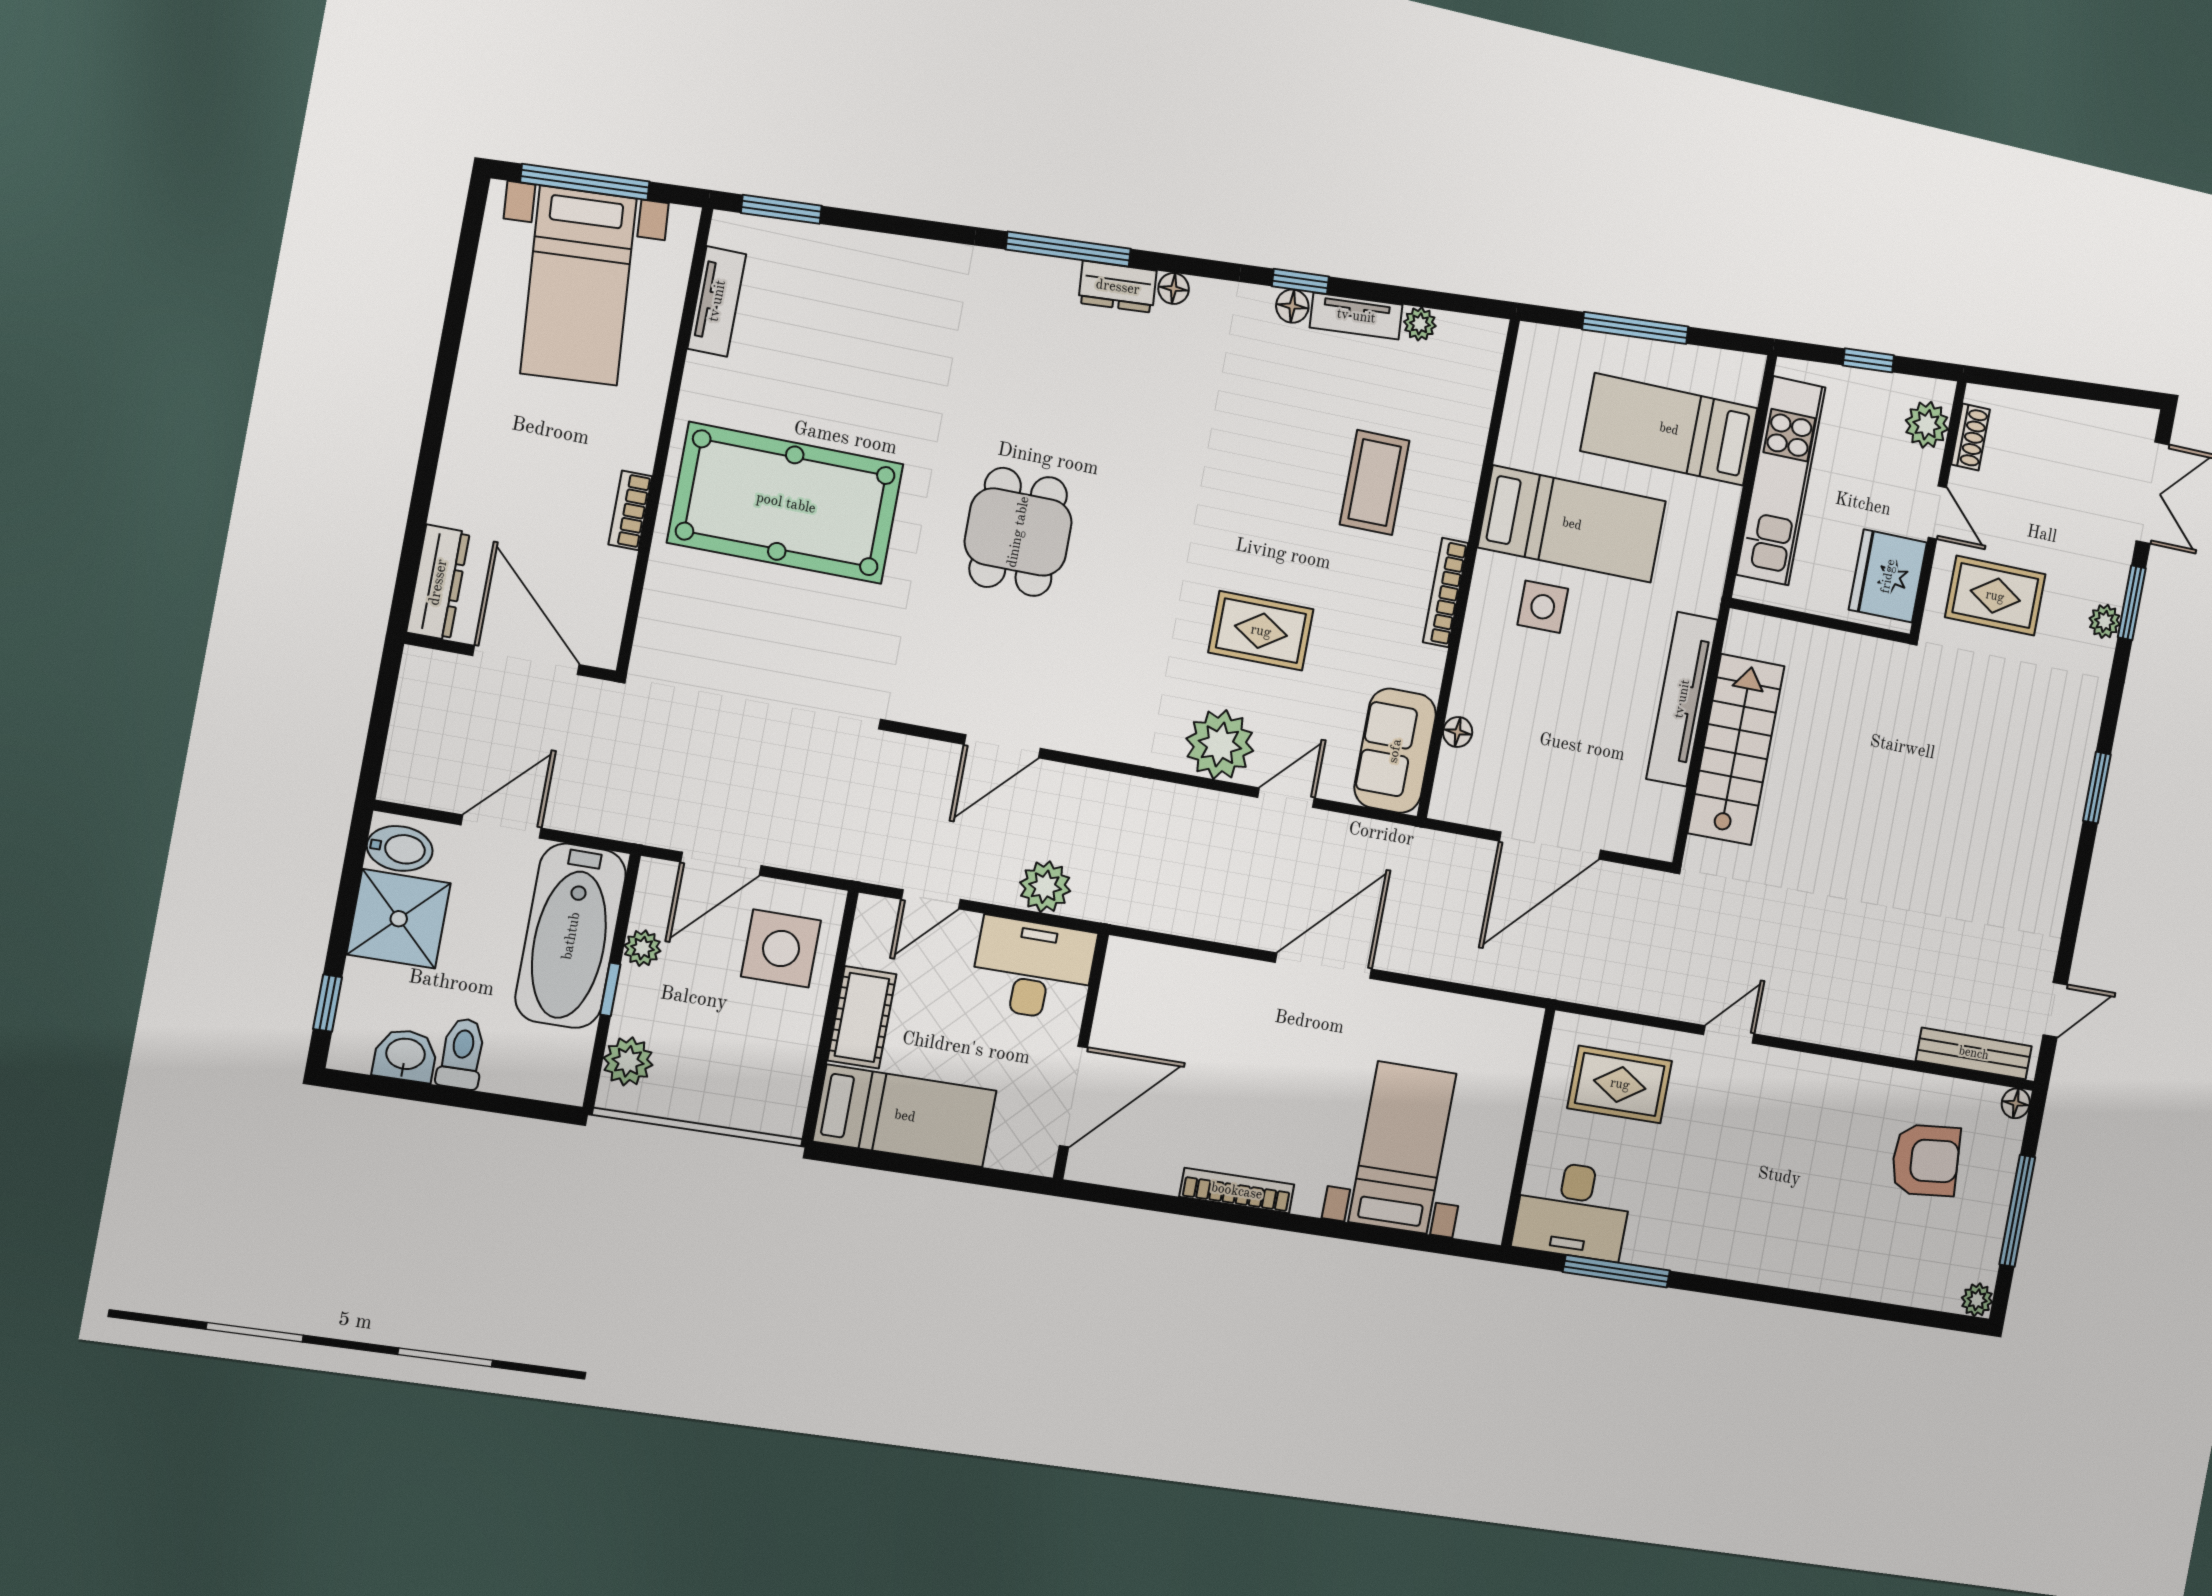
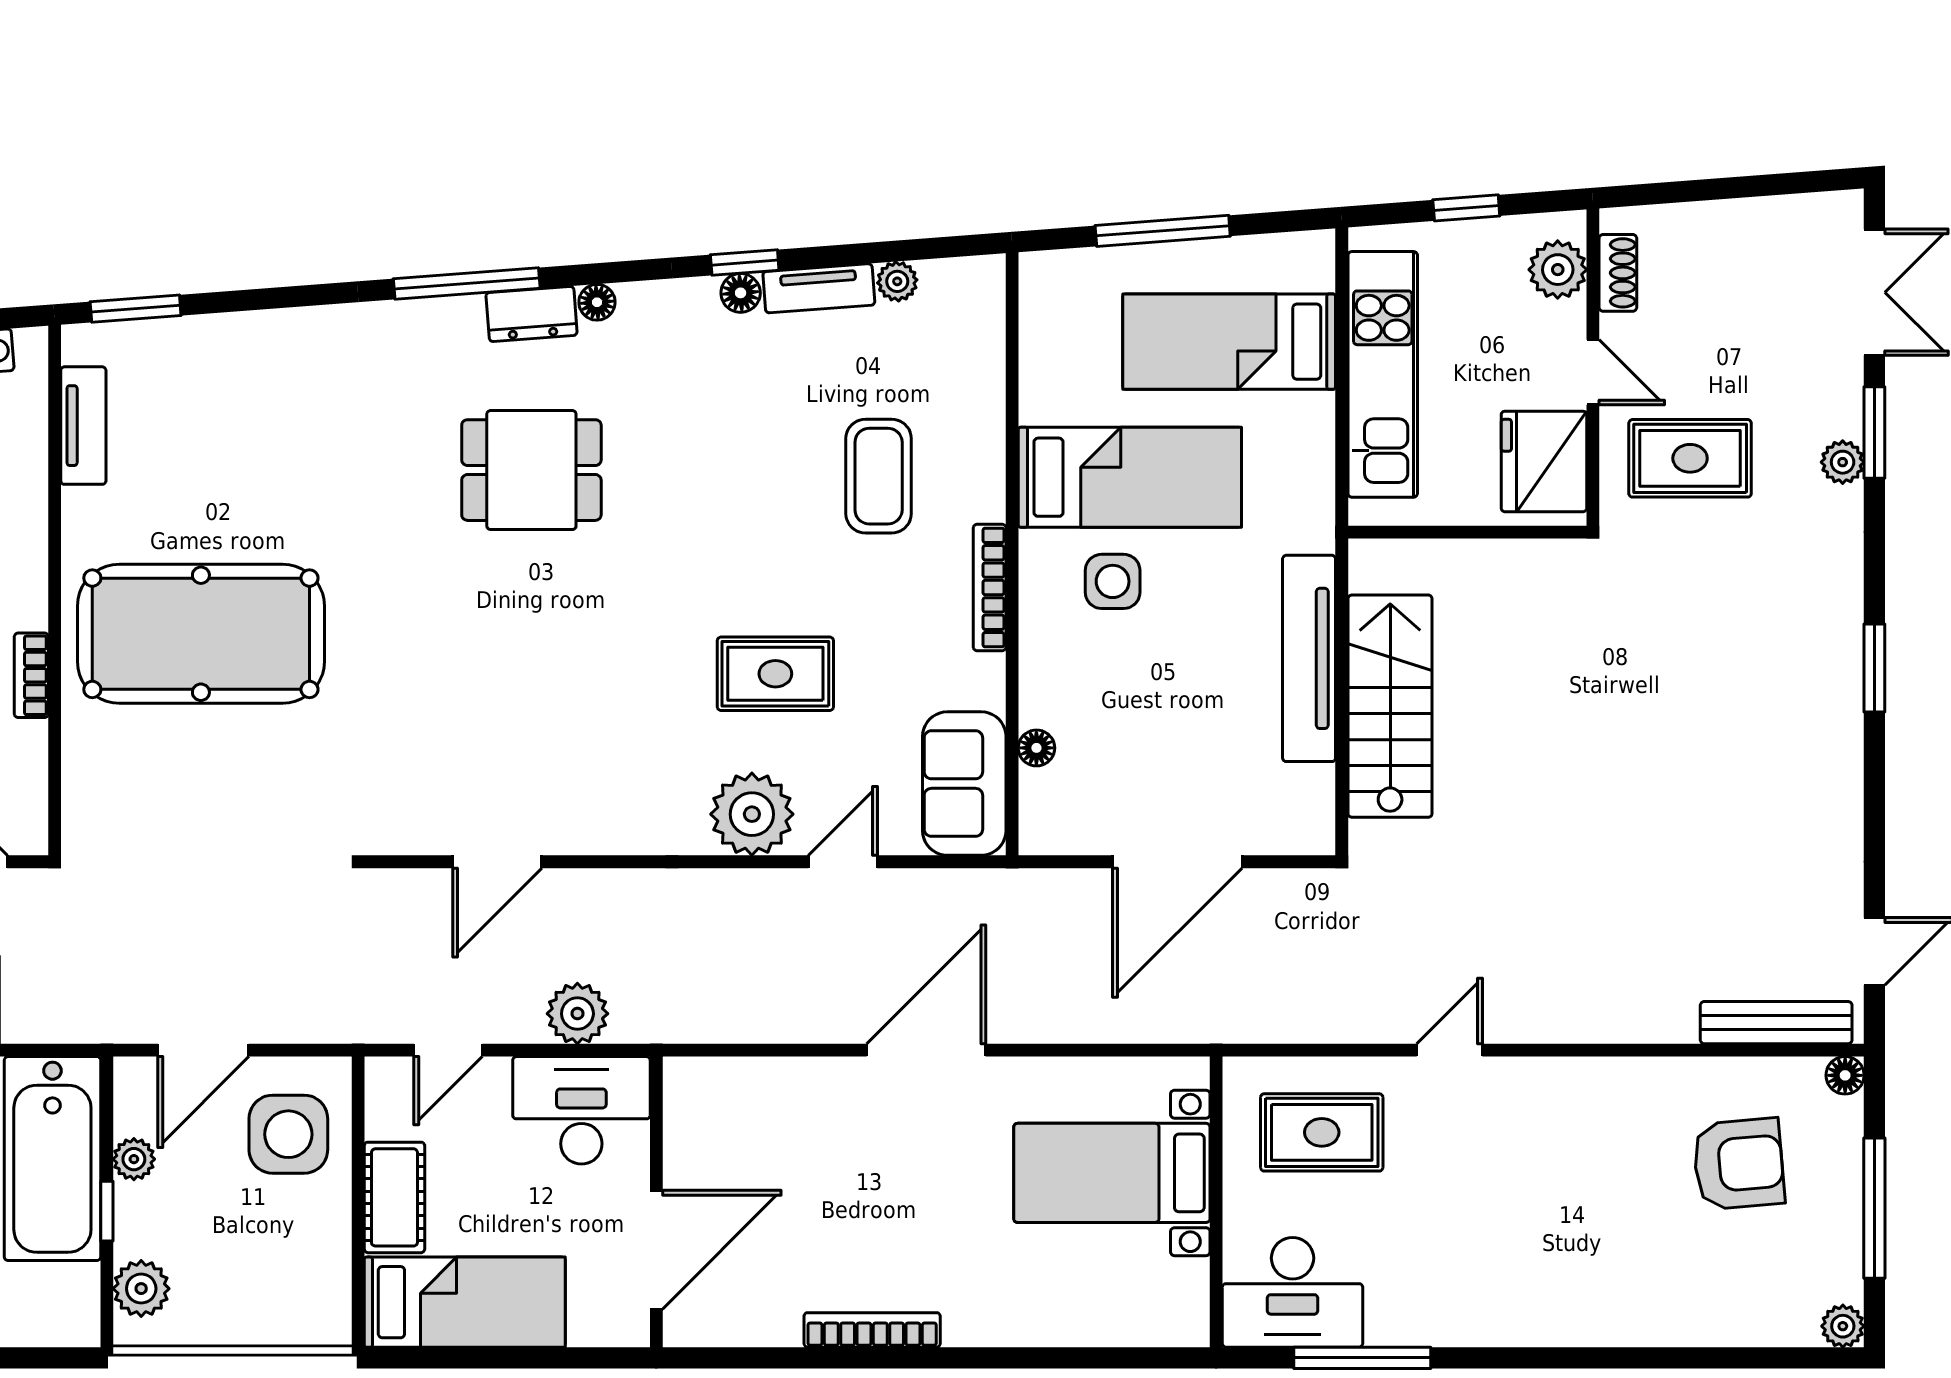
dining table: (1018, 532) -> (531, 470), moved, turned 90
bed with nightstands: (1402, 1148) -> (1112, 1173), moved, turned -90

